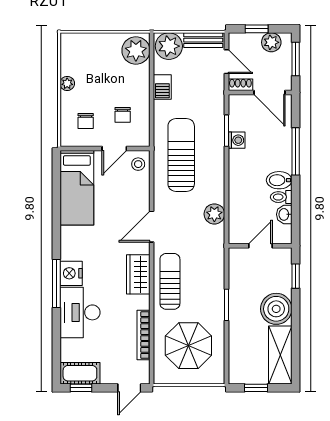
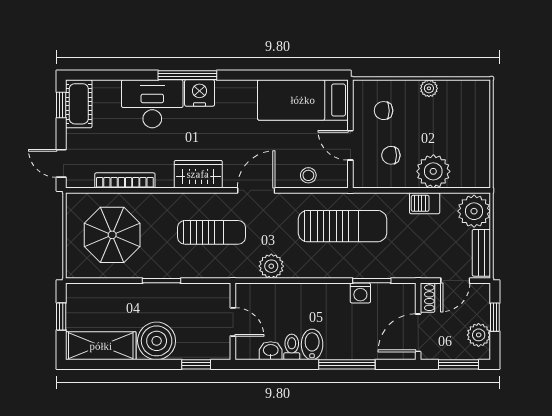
plant: (136, 50) -> (433, 171), moved
stool: (138, 164) -> (308, 175), moved
door: (152, 227) -> (256, 190), hinge flipped
sun lounger: (170, 281) -> (211, 232), moved

